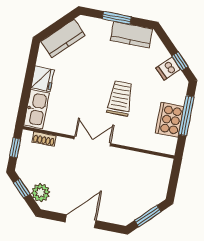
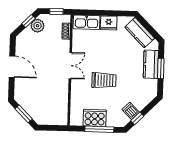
kitchen counter: (131, 35) -> (151, 64), moved
plant: (41, 193) -> (37, 26), moved

